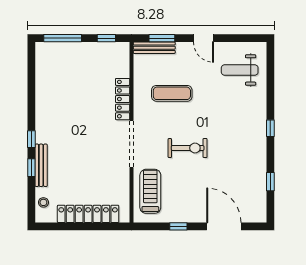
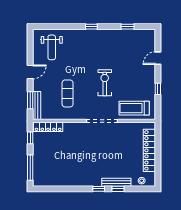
locker: (123, 99) -> (48, 127), moved
door: (224, 226) -> (158, 58), width x0.53

